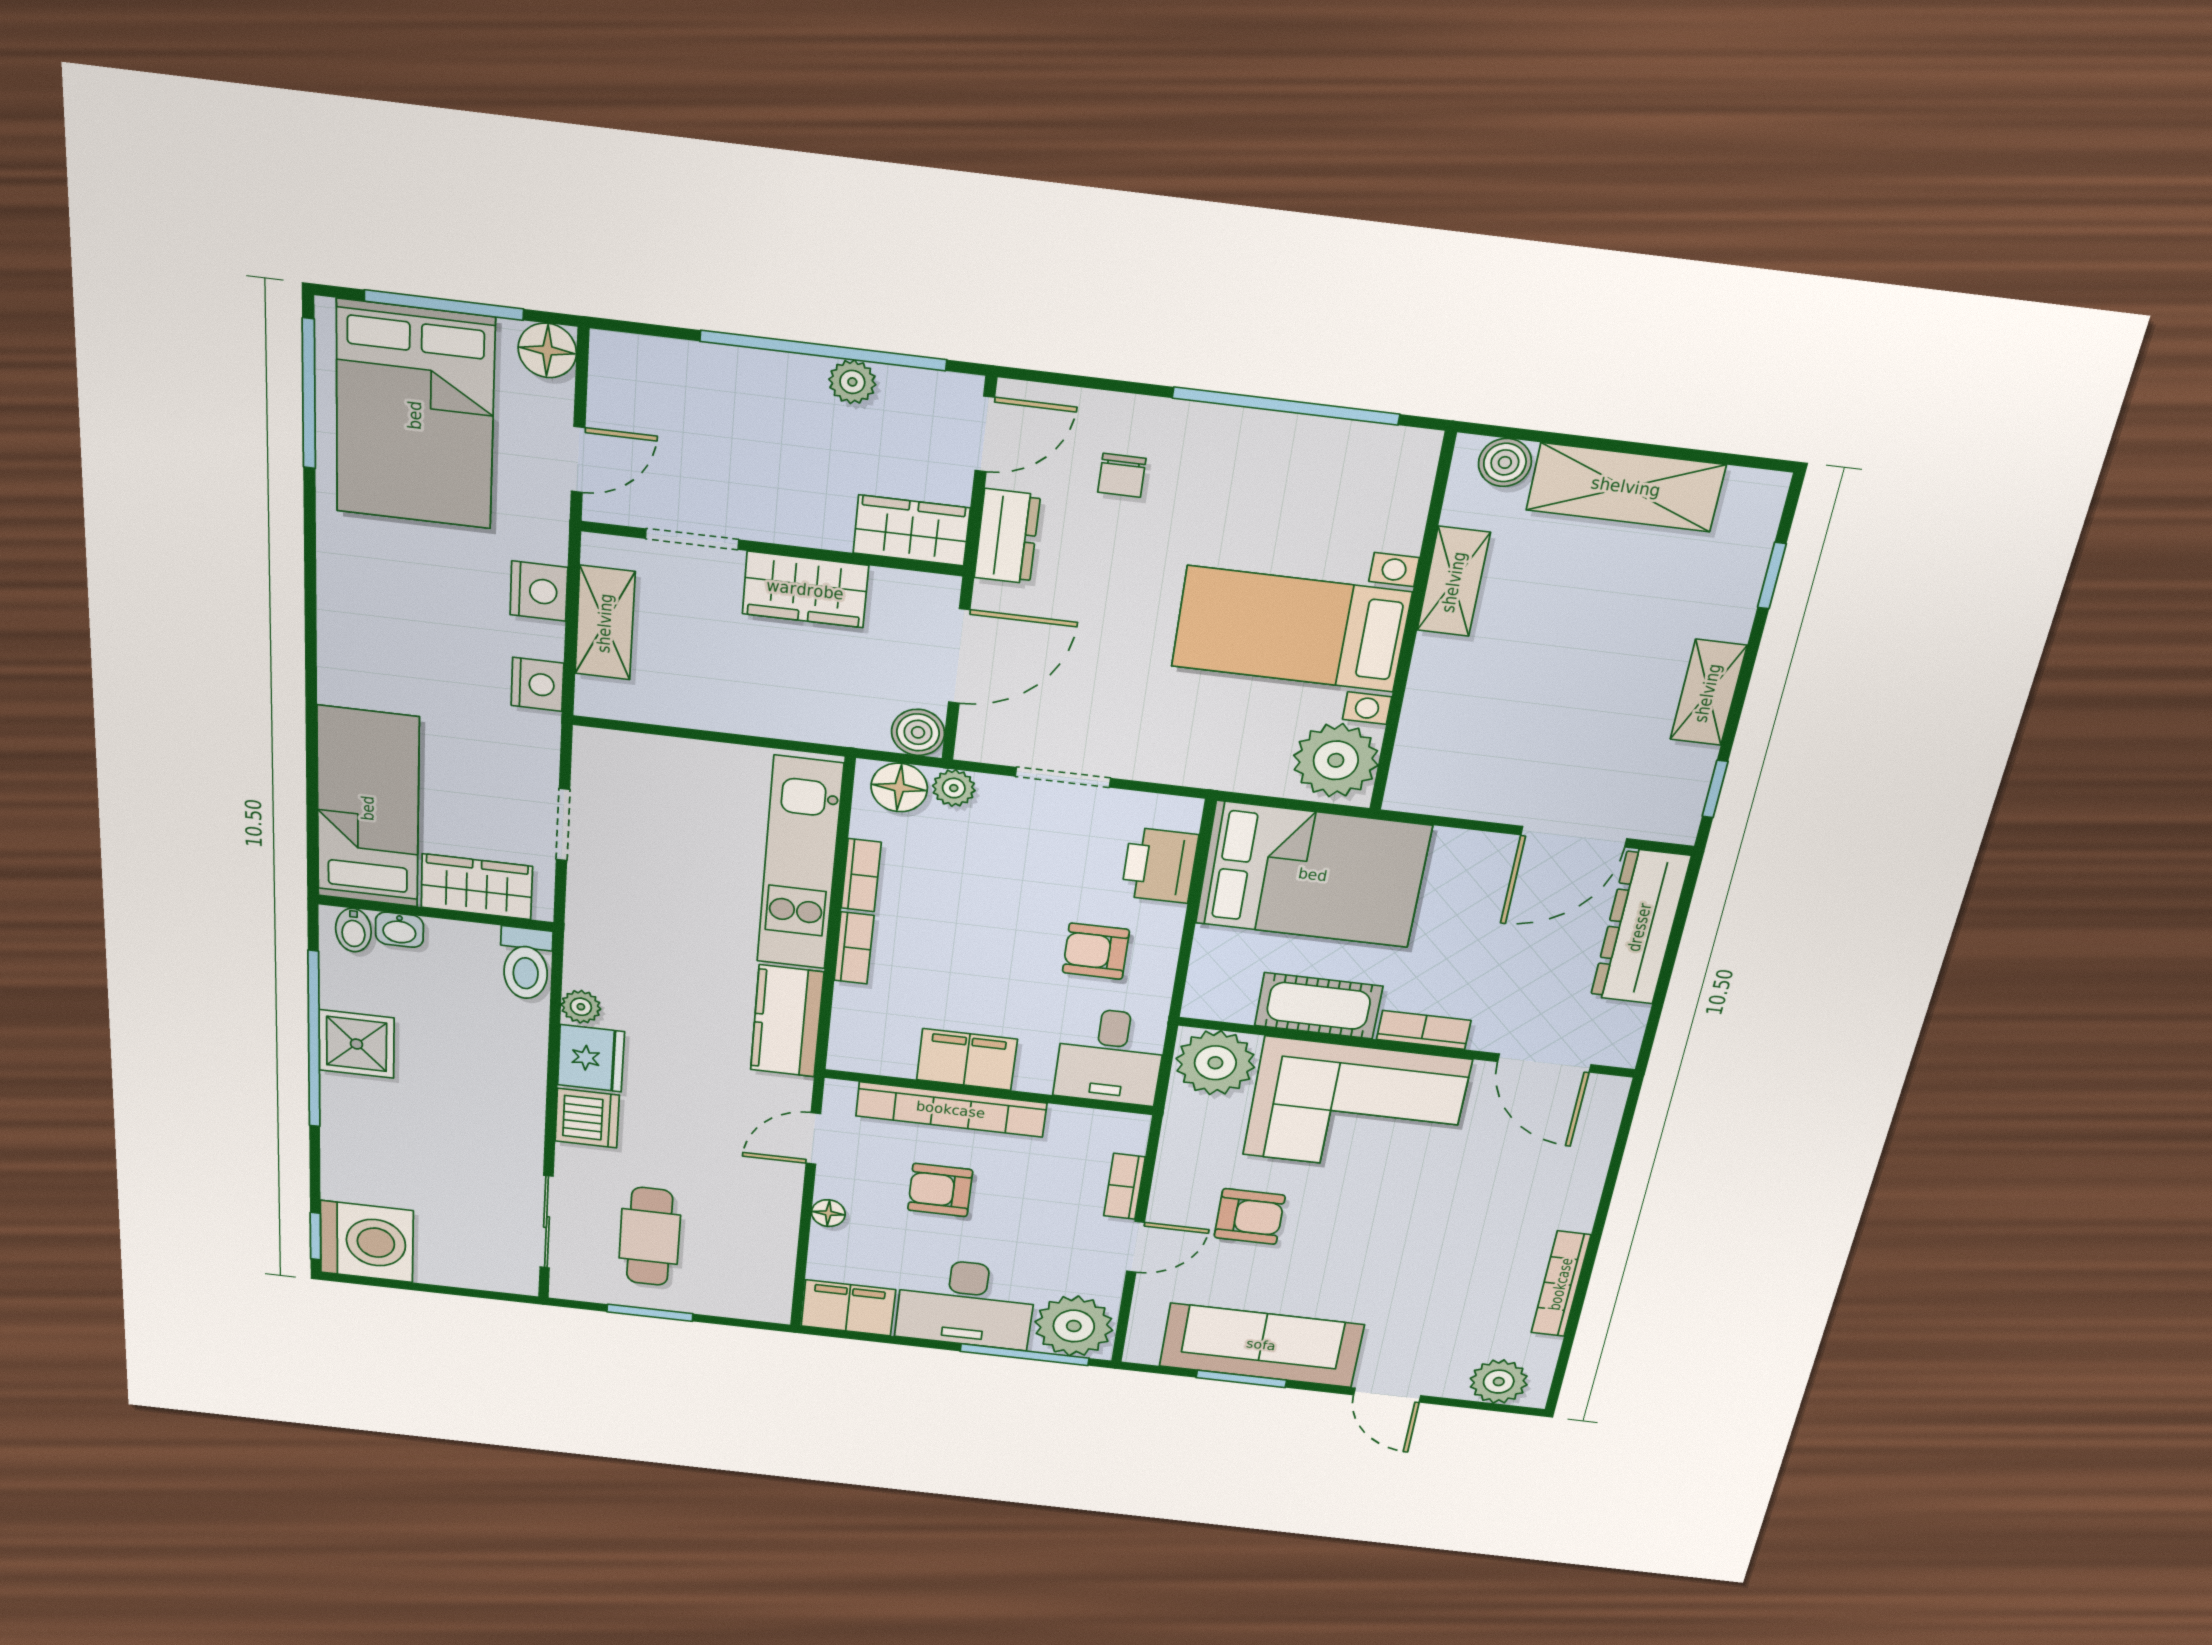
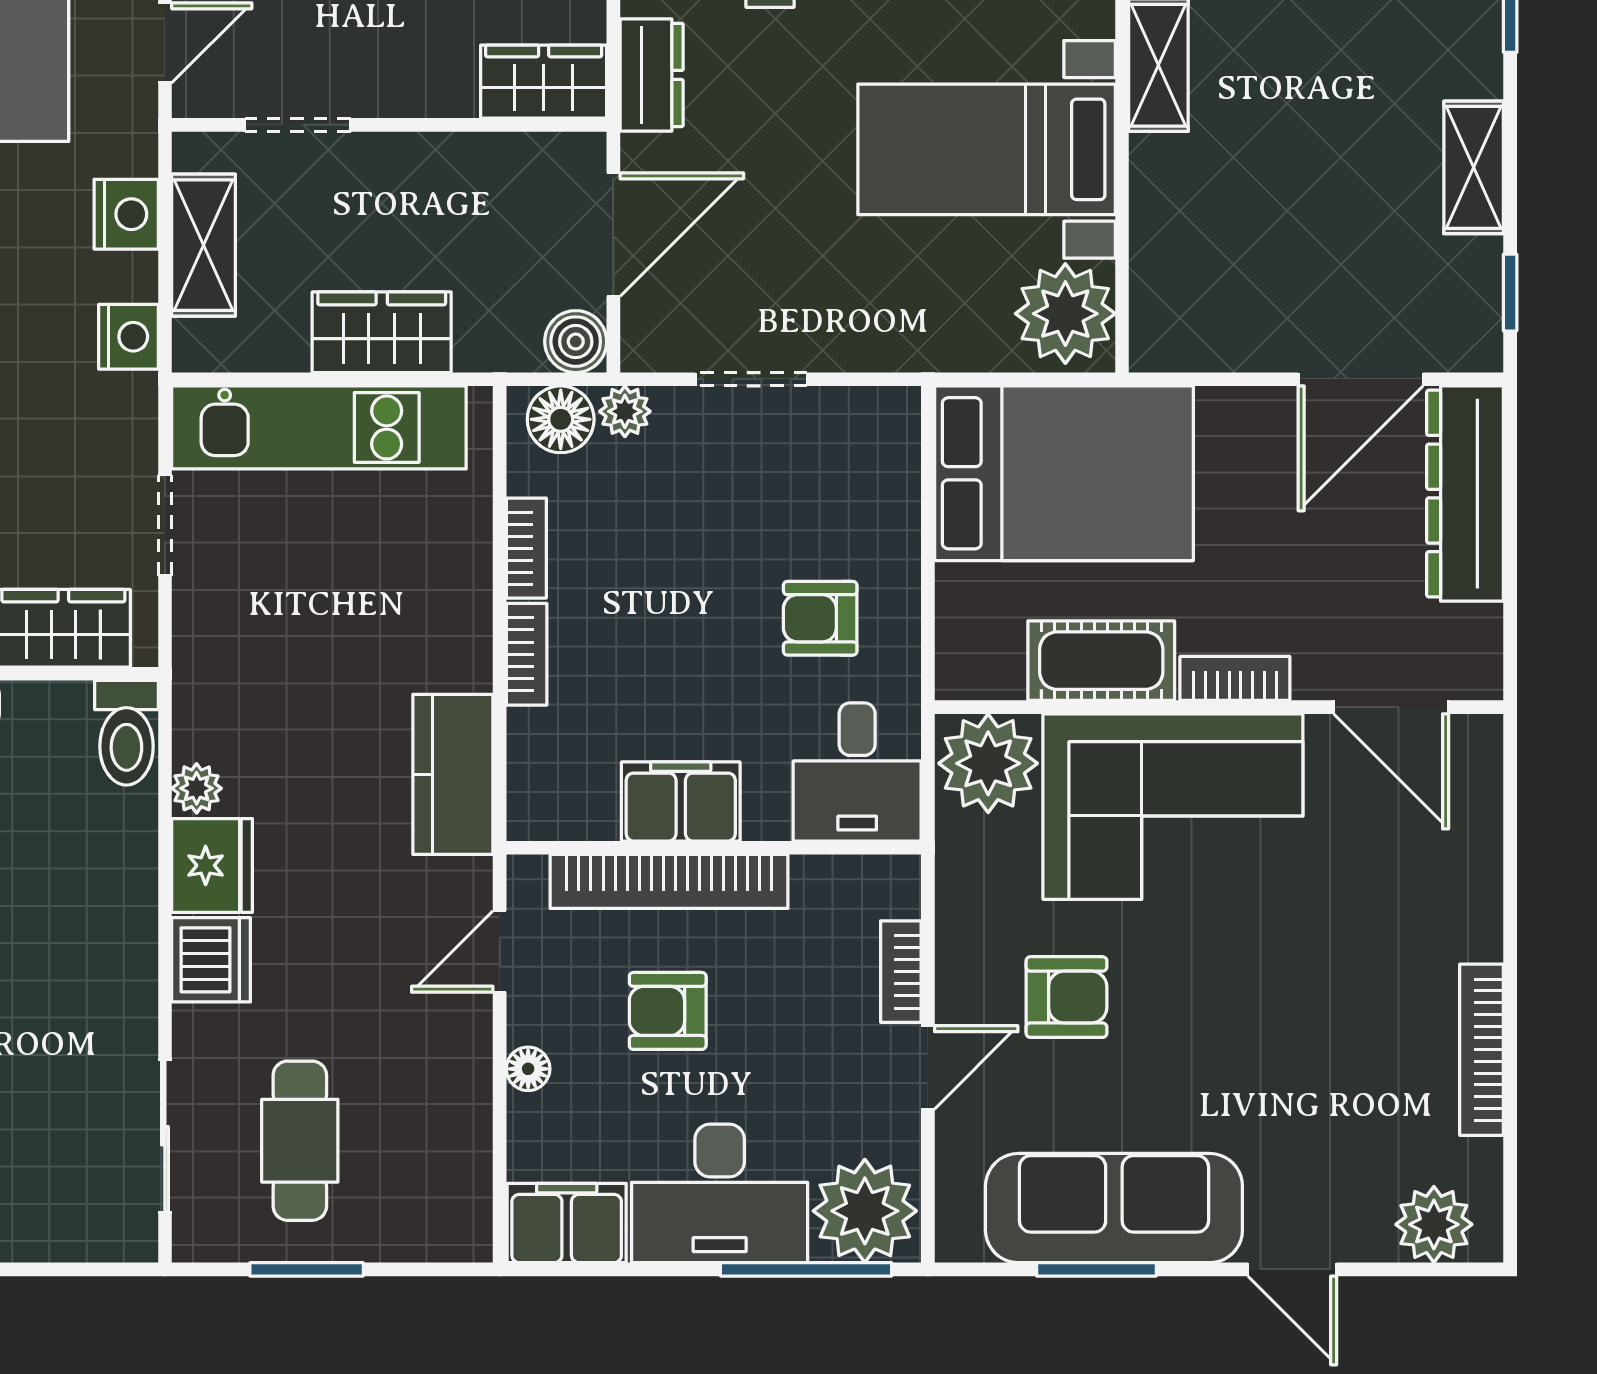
wardrobe: (805, 590) -> (382, 332), moved, turned 180
kitchen unit: (800, 864) -> (319, 427), moved, turned -90
printer: (1160, 865) -> (881, 485), removed

